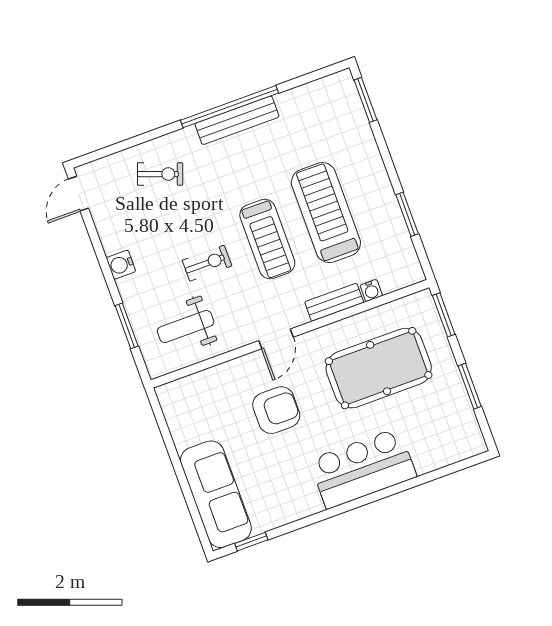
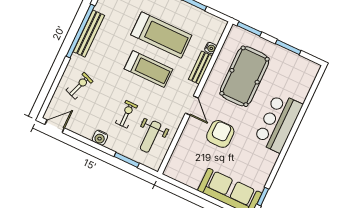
door: (78, 194) -> (55, 126), swing flipped
treadmill: (326, 213) -> (161, 35), turned 180
exercise bike: (207, 263) -> (127, 114), moved

